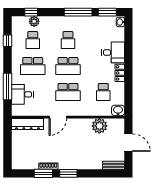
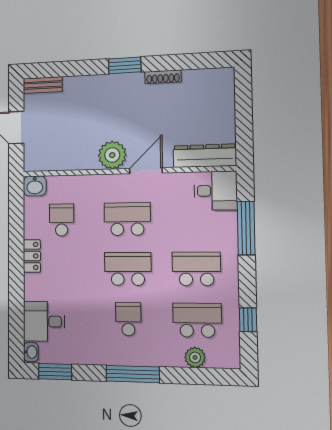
window: (31, 12) -> (201, 376), removed
window: (78, 12) -> (133, 374), moved
school desk: (33, 40) -> (197, 320), width x1.85
desk: (113, 52) -> (44, 321), moved
desk: (22, 94) -> (216, 191), moved
plant: (99, 126) -> (112, 155), moved
window: (43, 173) -> (172, 63), removed

